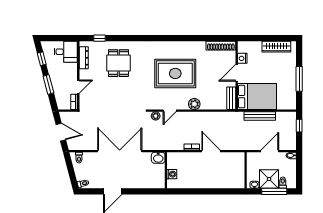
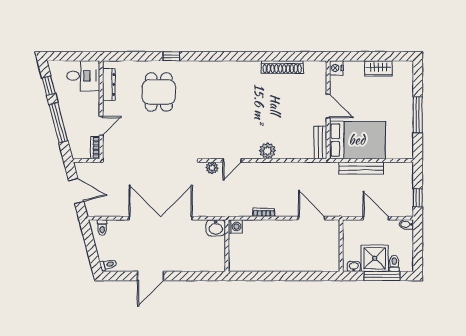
window: (100, 38) -> (171, 56), moved
shoe rack: (221, 46) -> (282, 67), moved
wardrobe: (276, 47) -> (378, 68), width x0.67
nightstand: (242, 58) -> (336, 68), moved
rug: (175, 73) -> (240, 107), removed
door: (237, 73) -> (328, 106), swing flipped
window: (48, 84) -> (58, 123), width x1.44
window: (299, 126) -> (418, 198), moved
door: (211, 151) -> (312, 218), moved
door: (270, 151) -> (376, 218), hinge flipped
washing machine: (172, 174) -> (235, 226), moved

